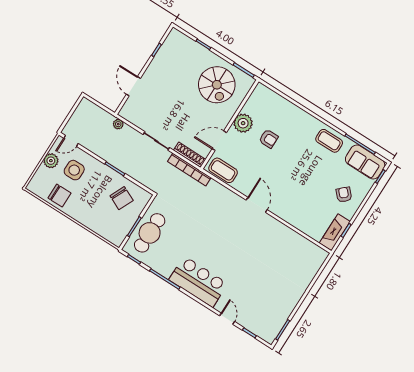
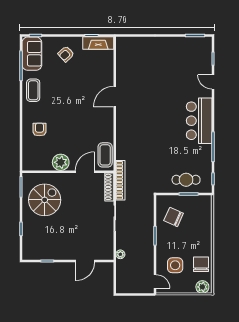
armchair: (269, 139) -> (39, 130), moved
door: (219, 141) -> (85, 172), swing flipped
plant: (51, 161) -> (202, 287), moved
chair: (122, 198) -> (174, 217), turned -91
door: (257, 205) -> (115, 97), moved
cafe table: (150, 233) -> (186, 180), width x0.73, depth x0.74
door: (227, 319) -> (213, 82), hinge flipped

